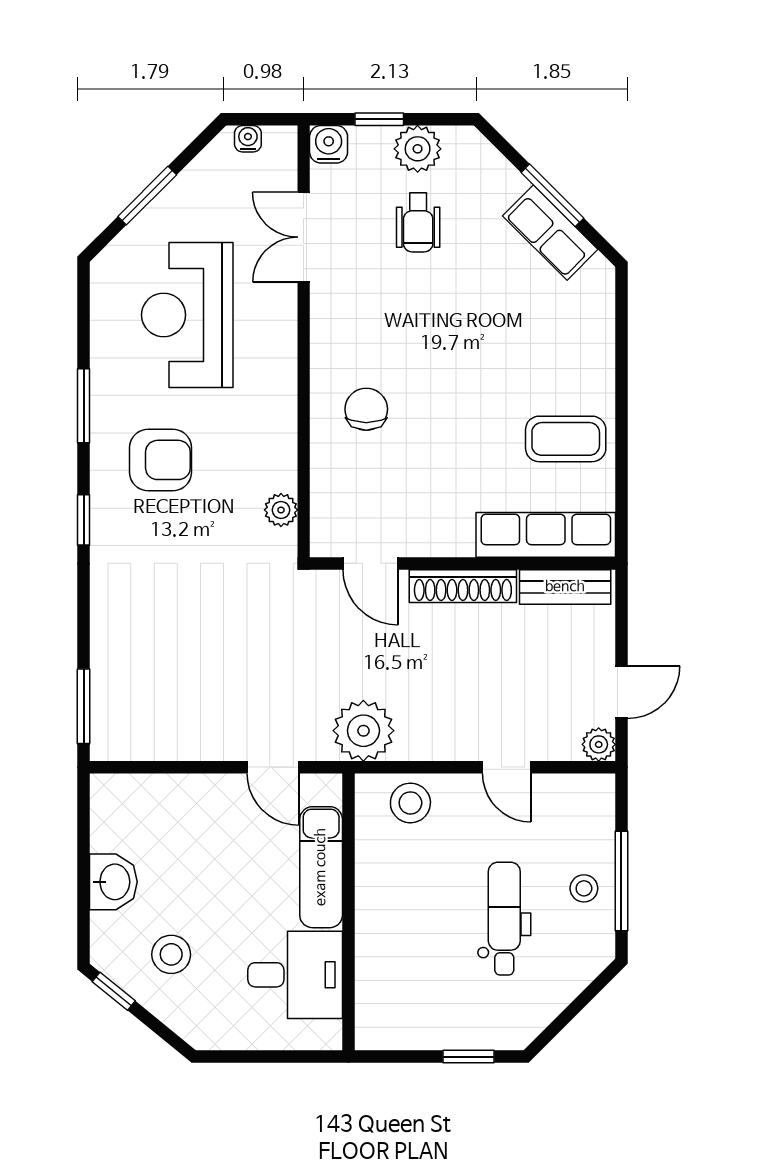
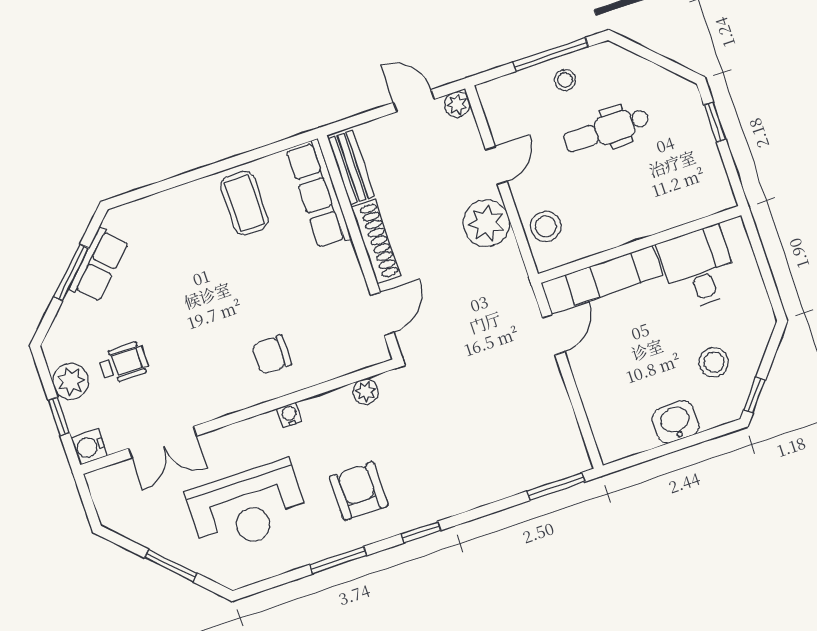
water cooler: (248, 139) -> (289, 415), moved, turned 90
plant: (363, 731) -> (486, 223), moved

